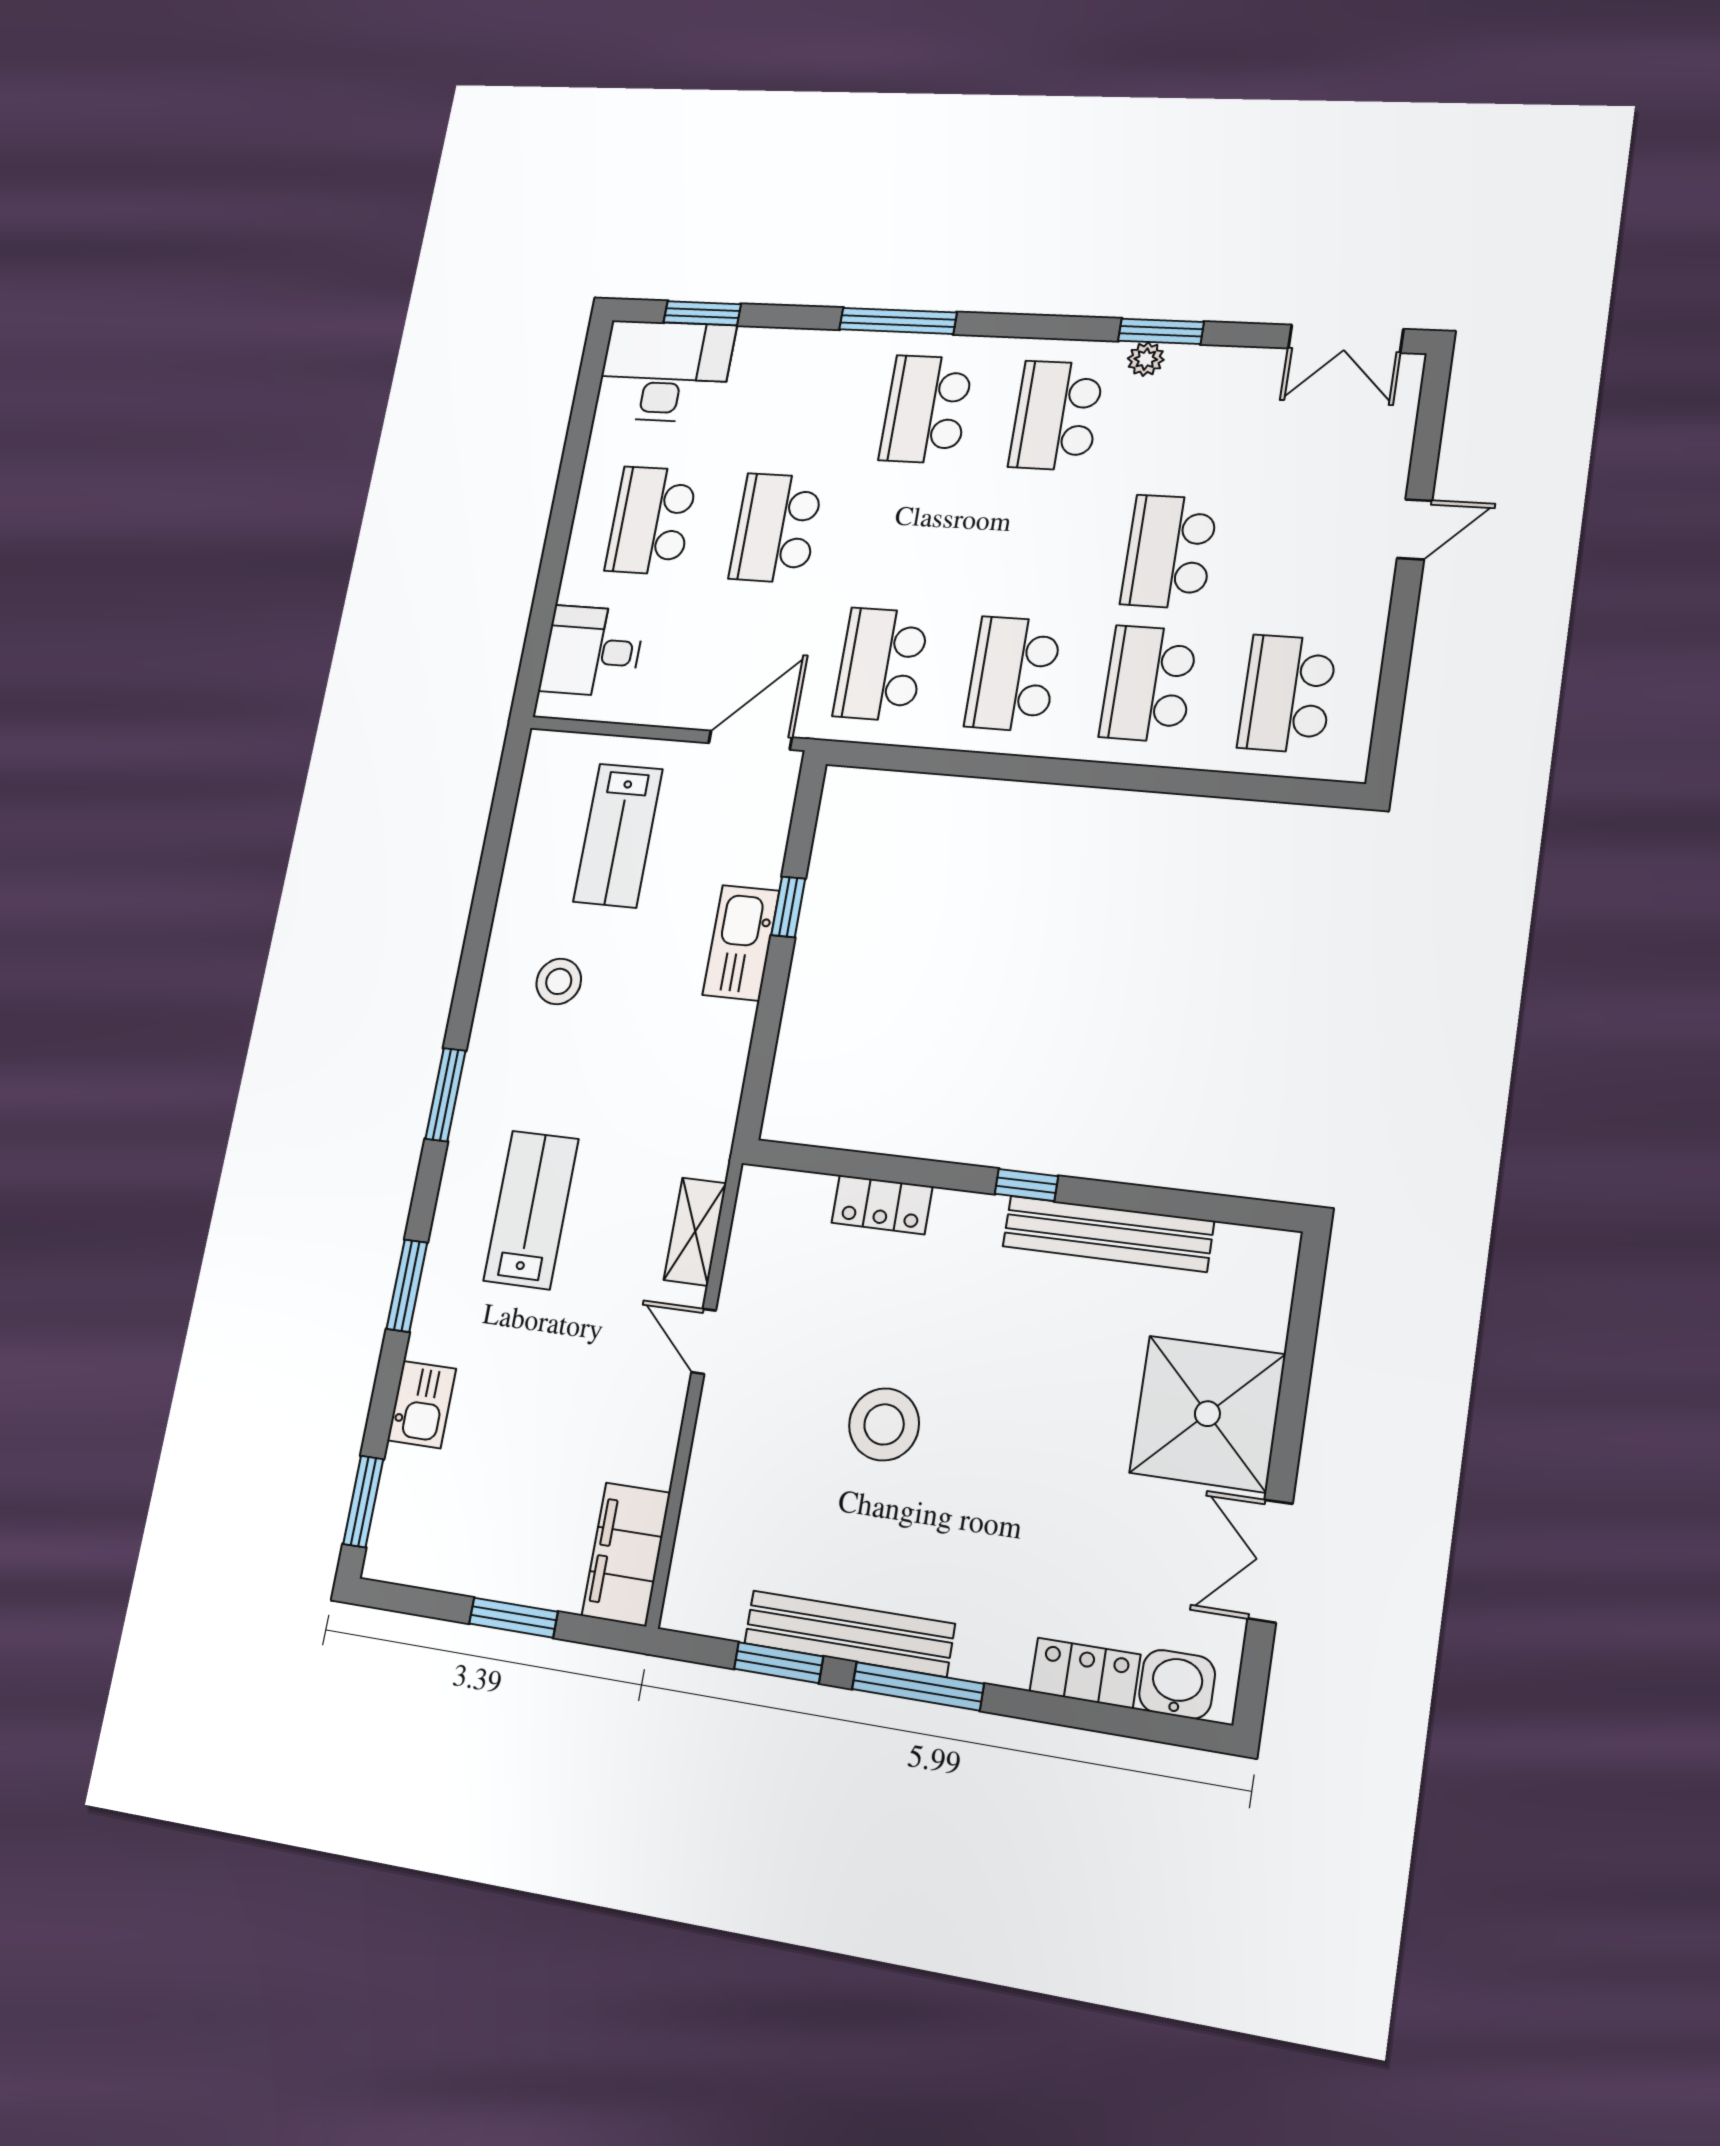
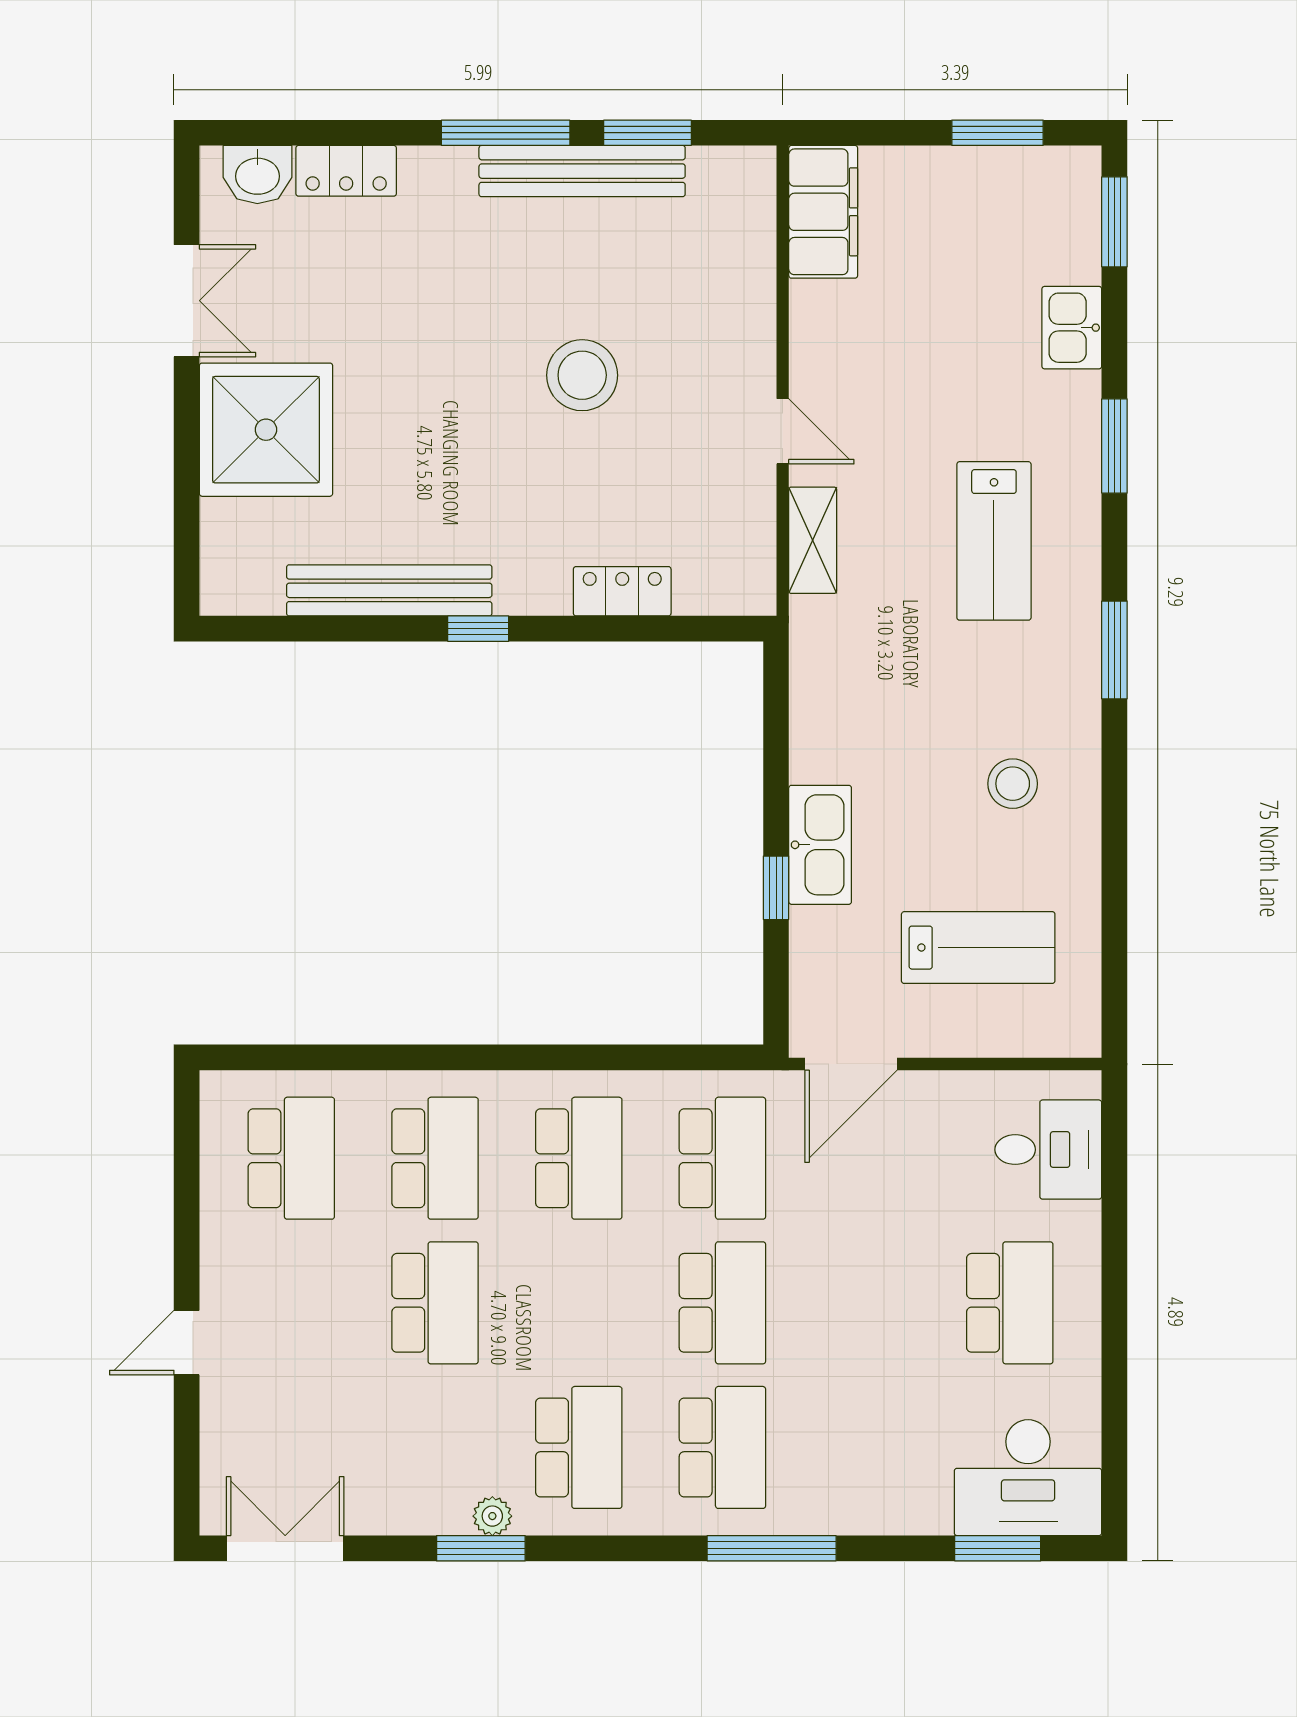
school desk: (776, 528) -> (722, 1303), moved
lab bench: (618, 835) -> (978, 948), turned 90
window: (513, 1618) -> (998, 133), moved

